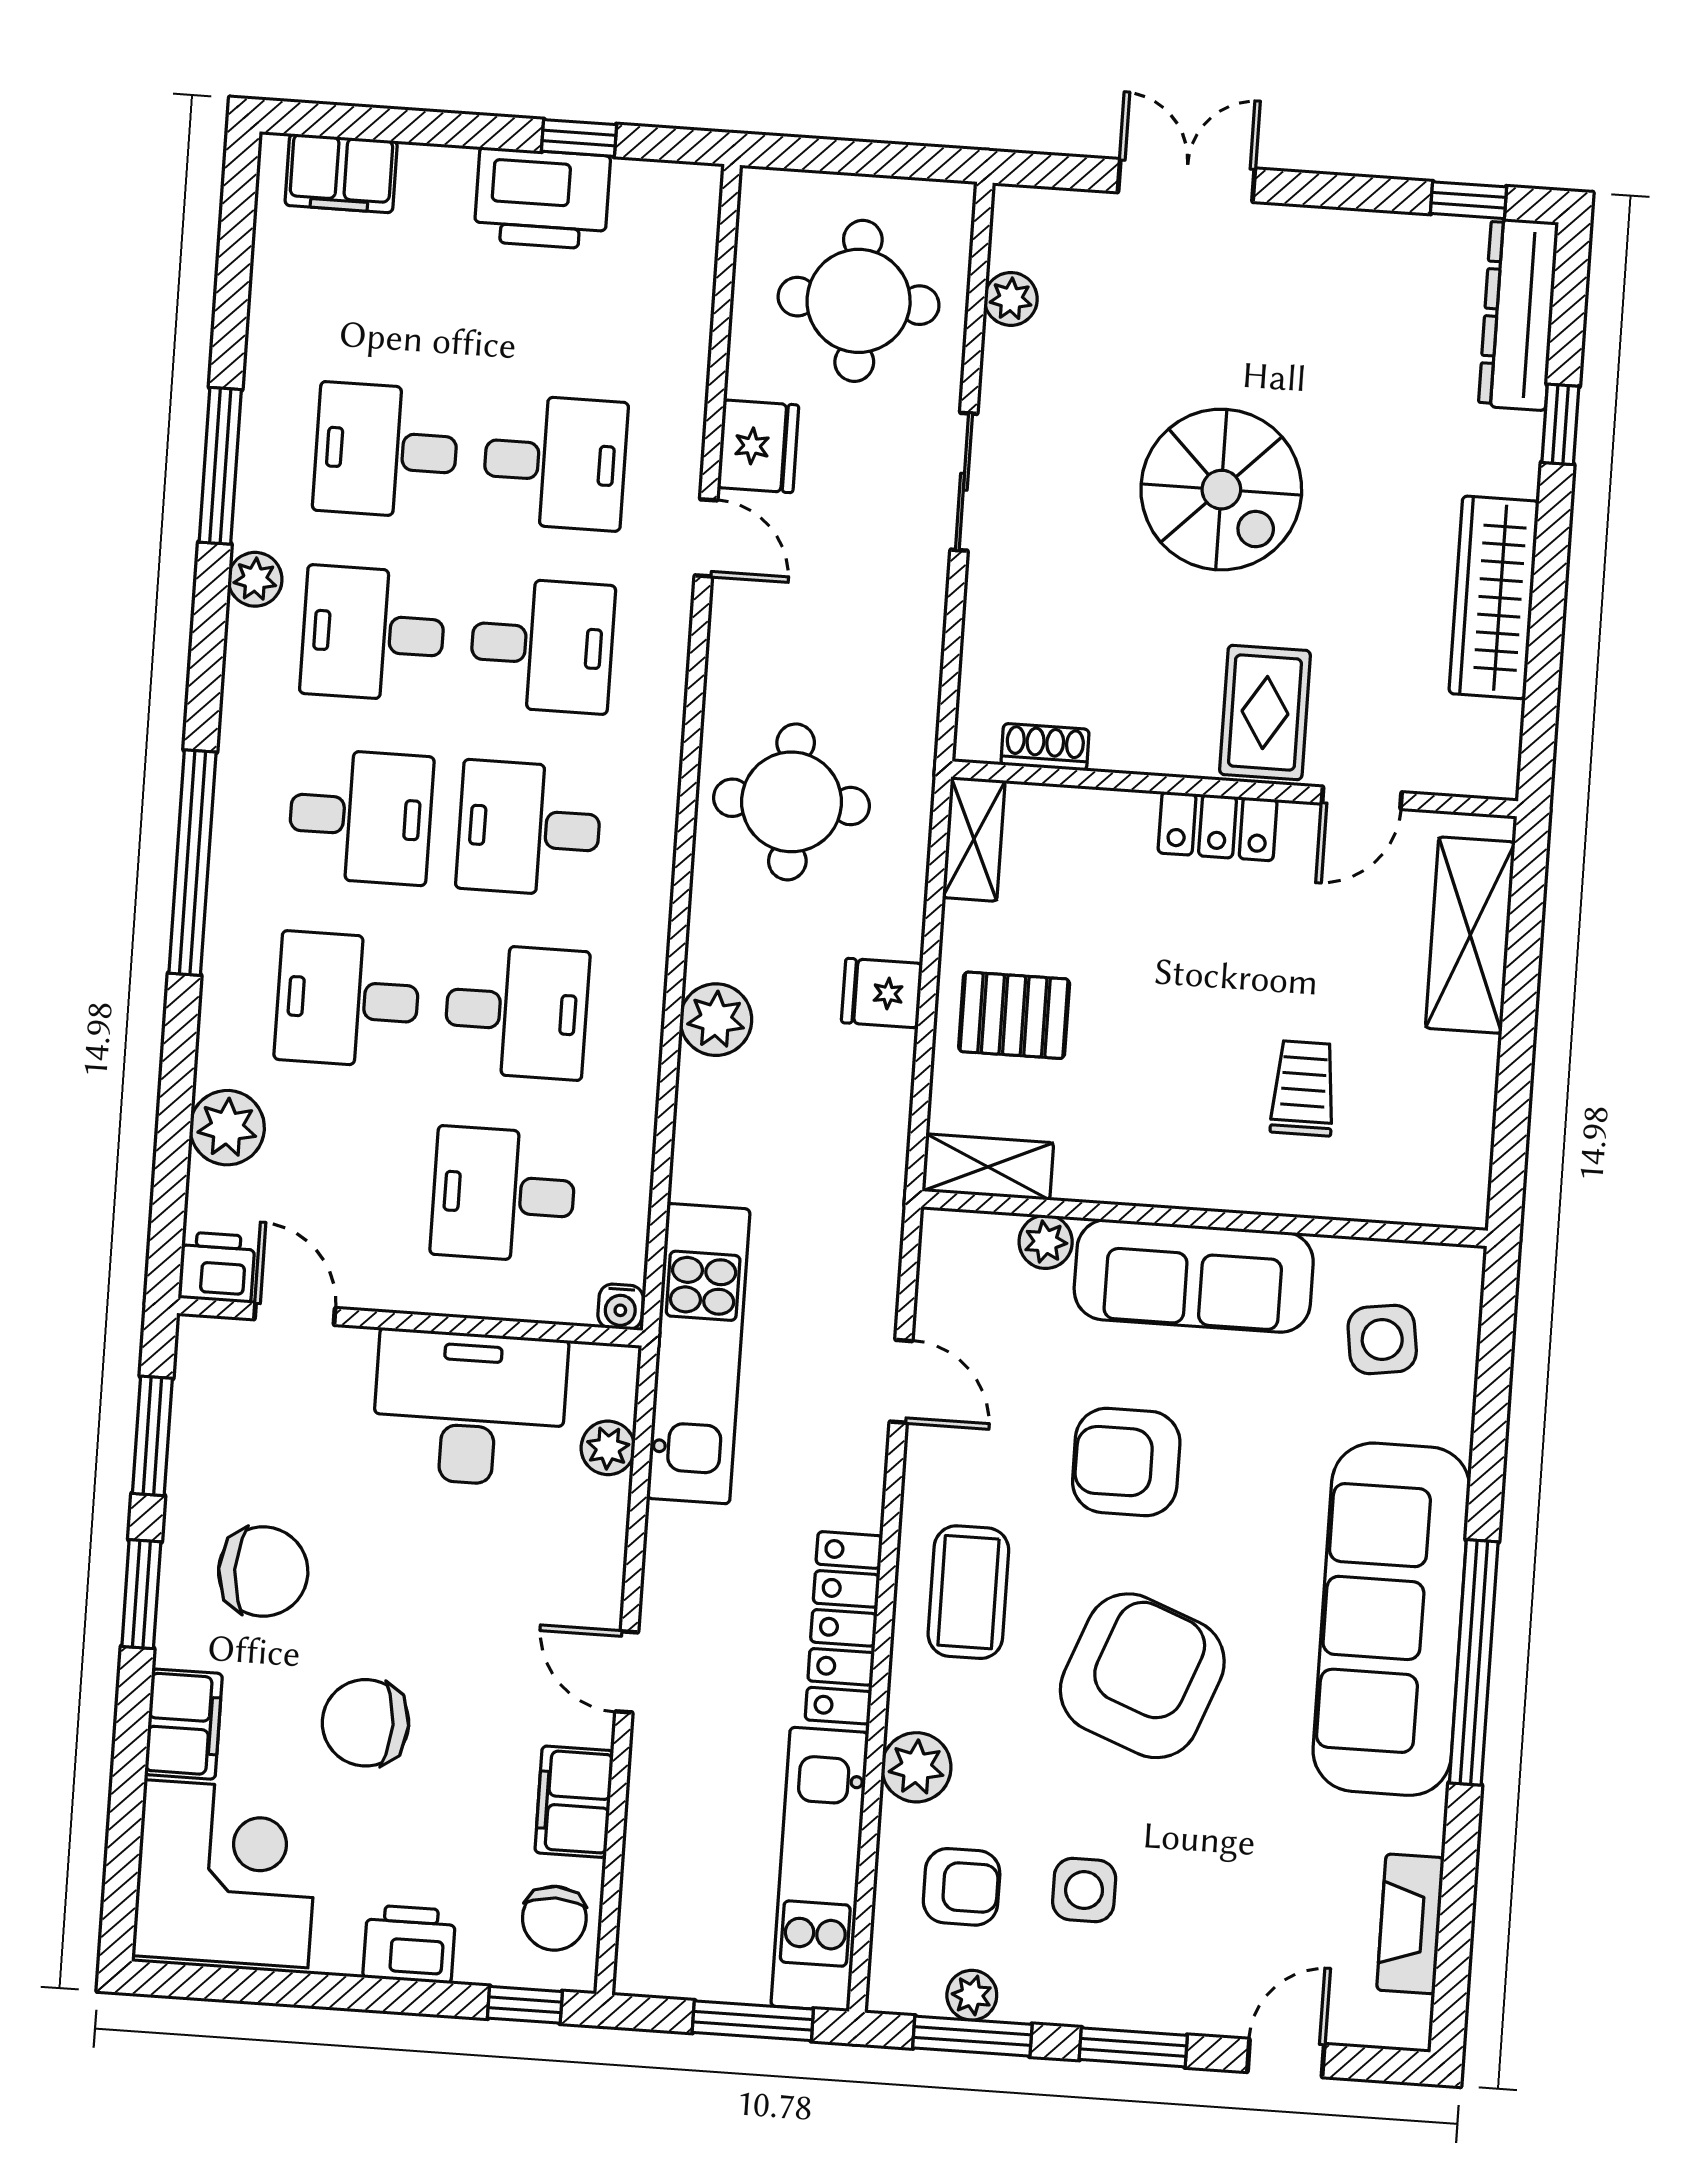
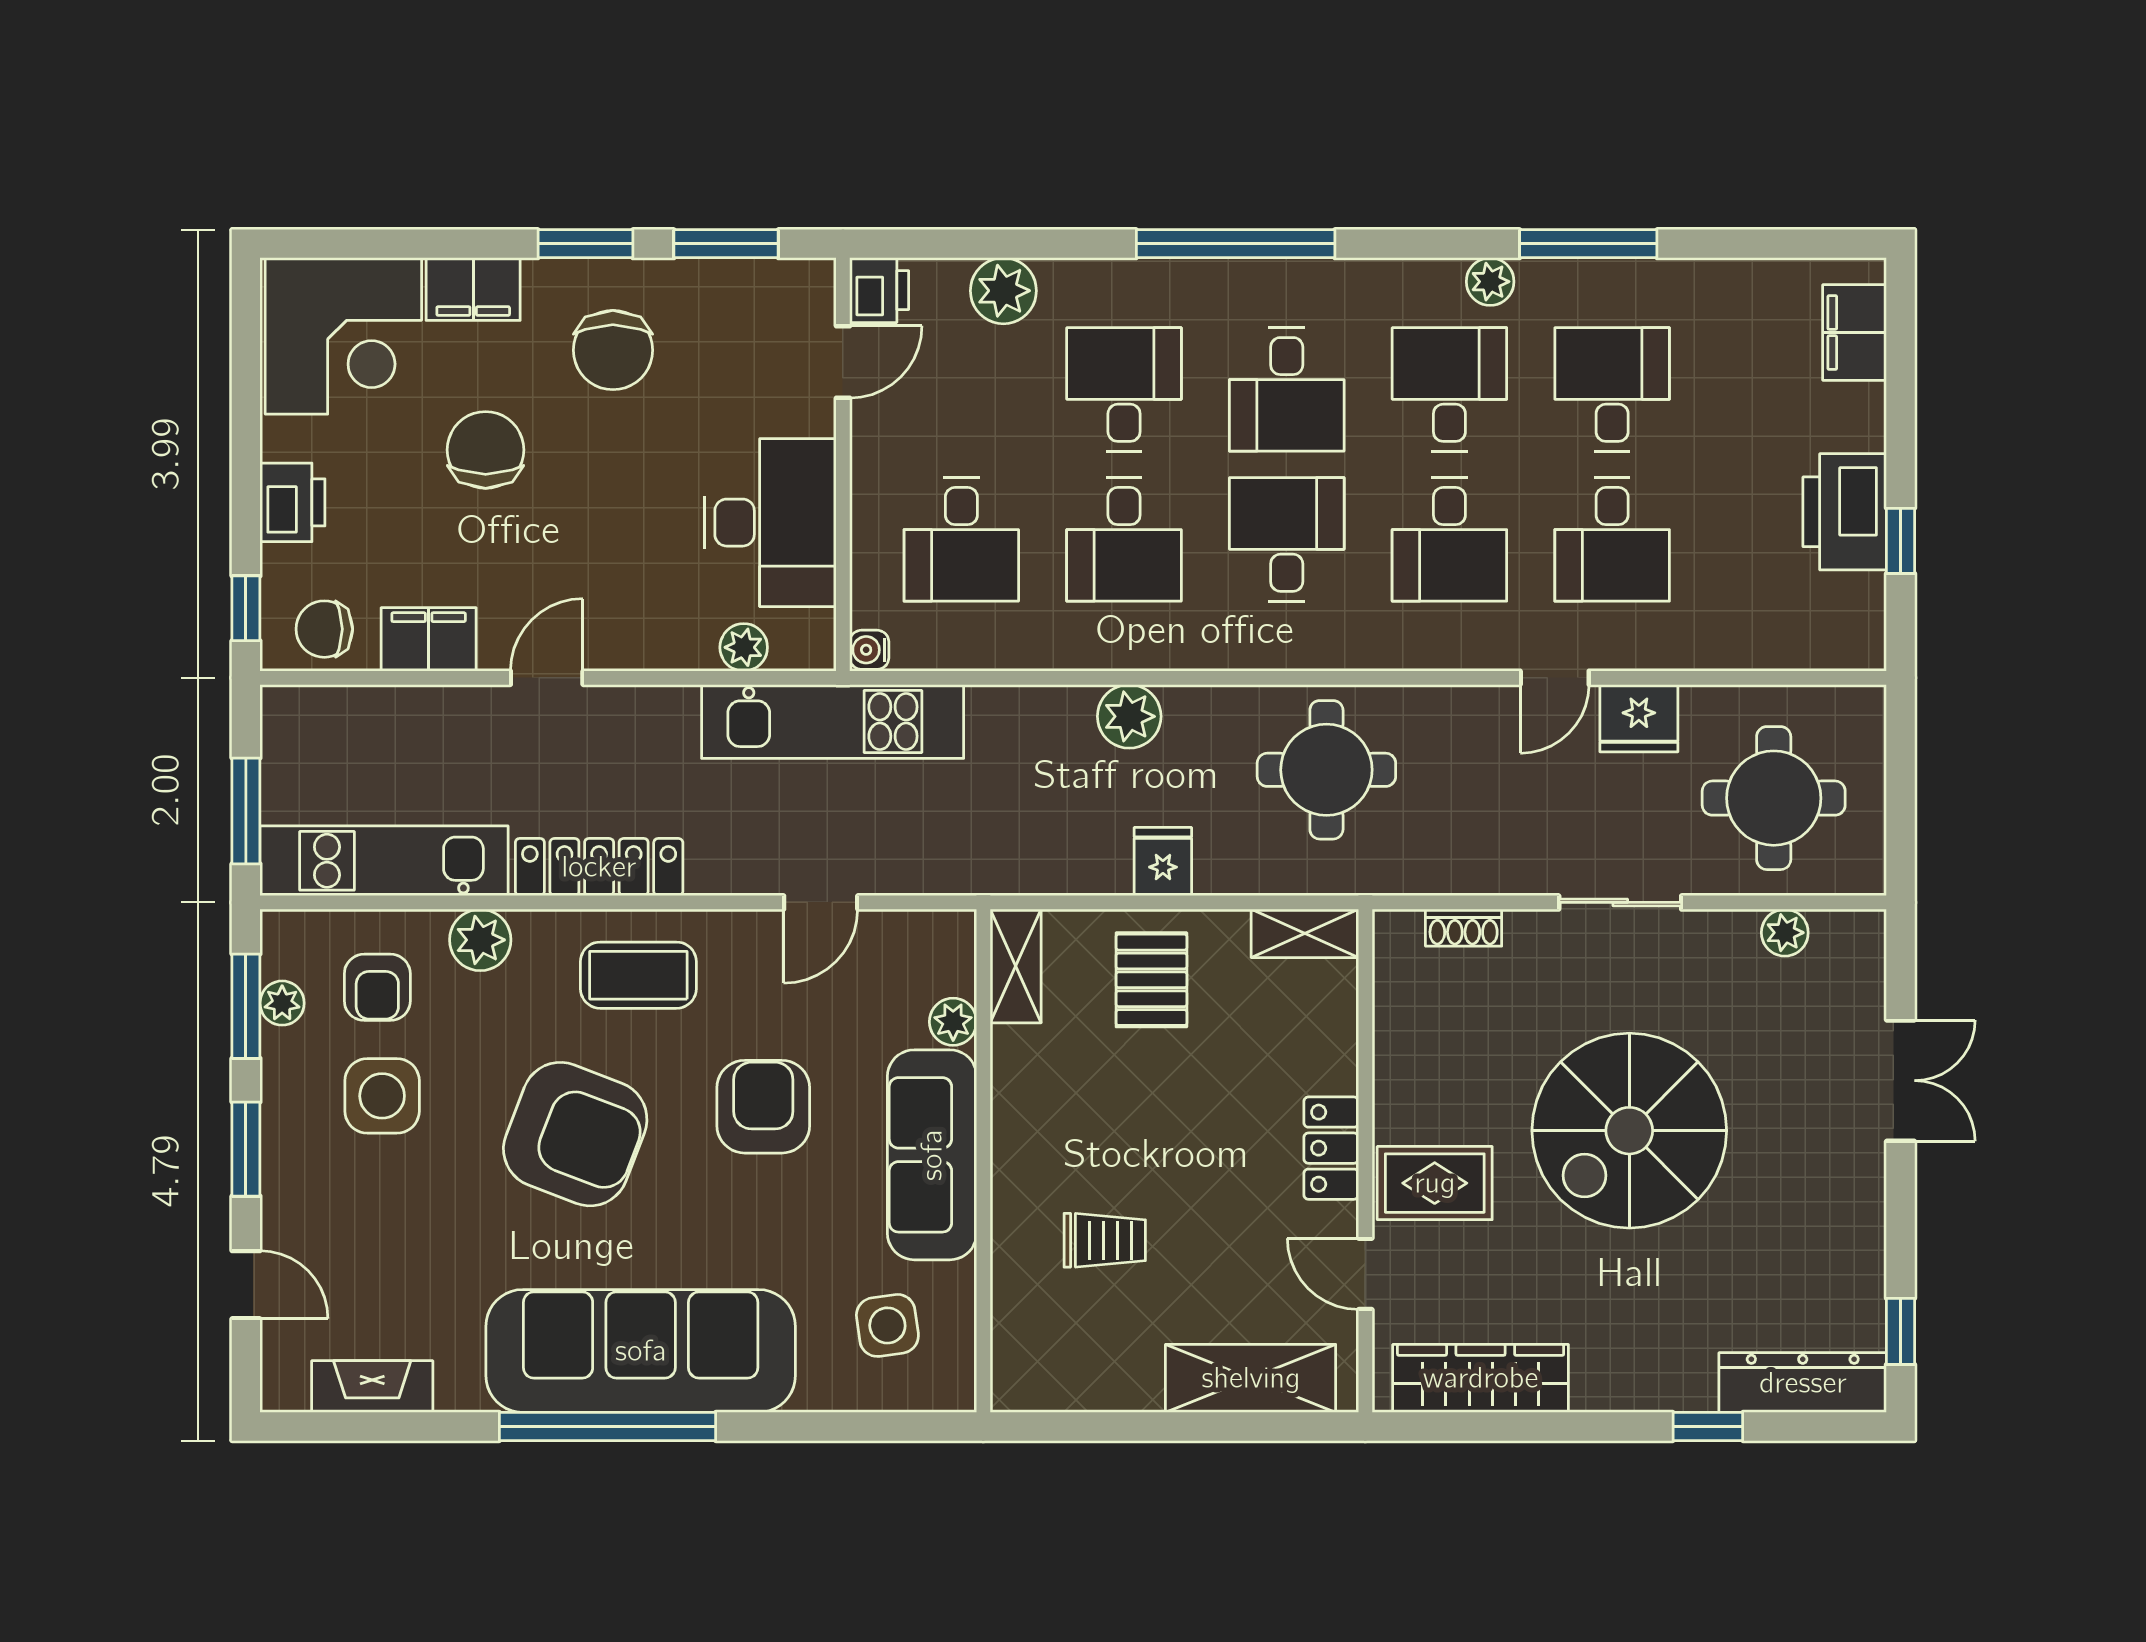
spiral stairs: (1221, 490) -> (1629, 1131), width x1.37, depth x1.37
wardrobe: (1494, 597) -> (1481, 1378), moved
shoe rack: (1045, 747) -> (1464, 928), moved, turned 90
desk: (504, 1195) -> (961, 539), turned 180
side table: (1084, 1890) -> (382, 1096), width x1.37, depth x1.37

